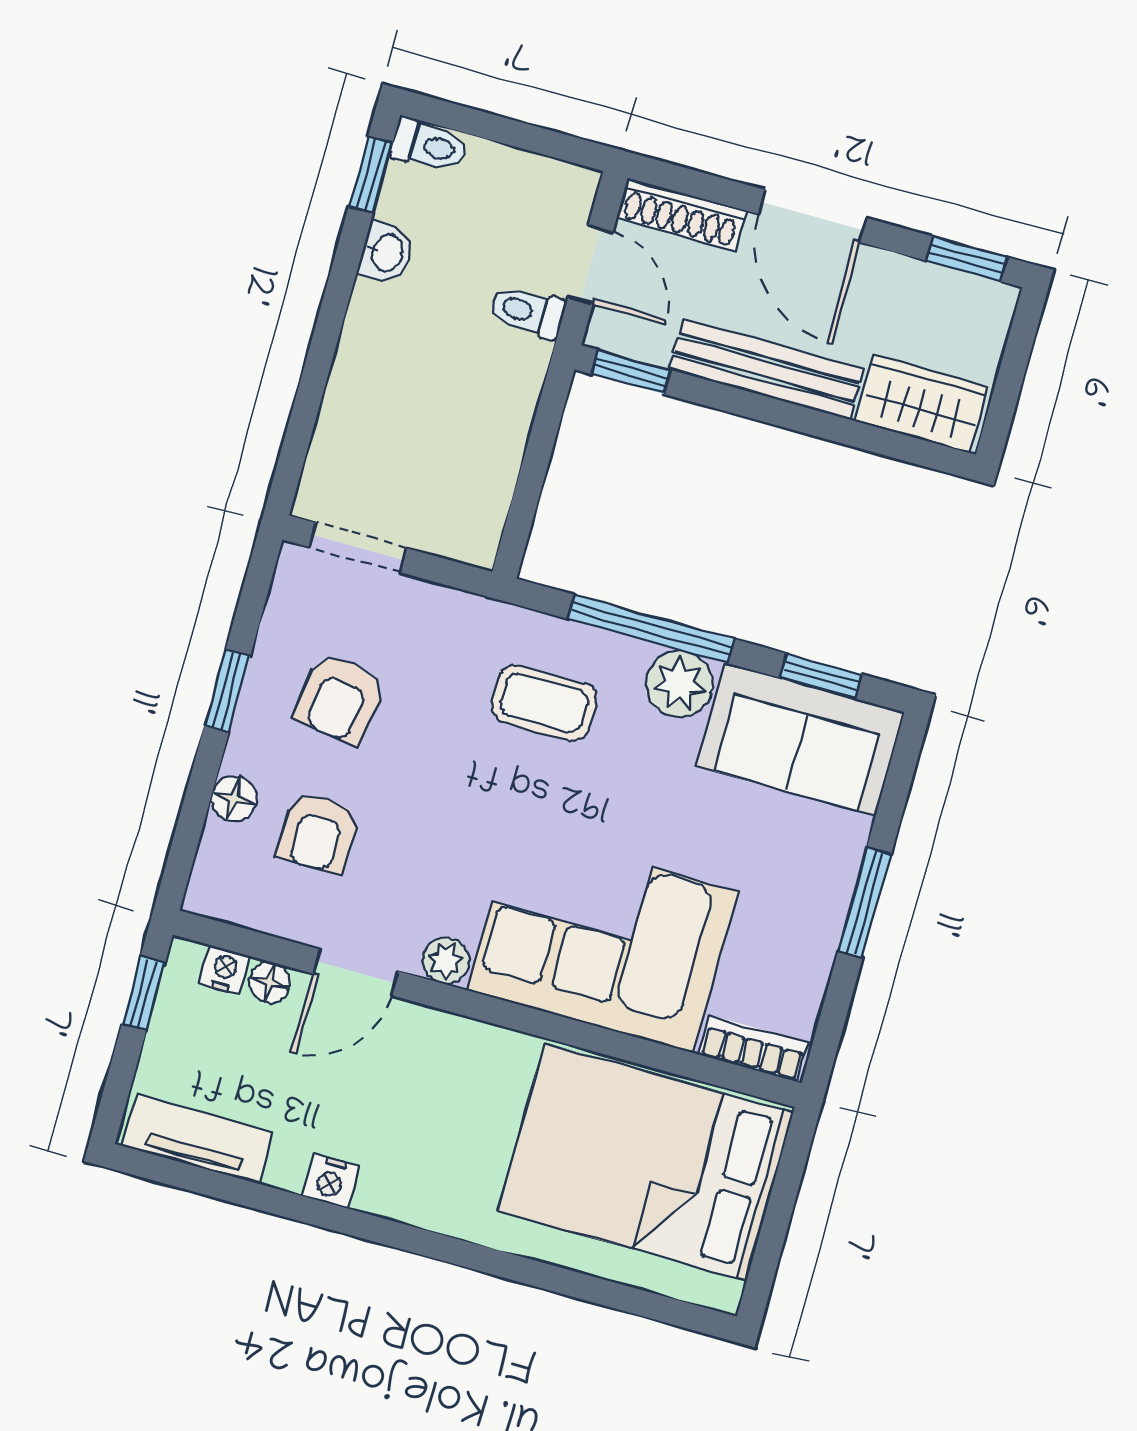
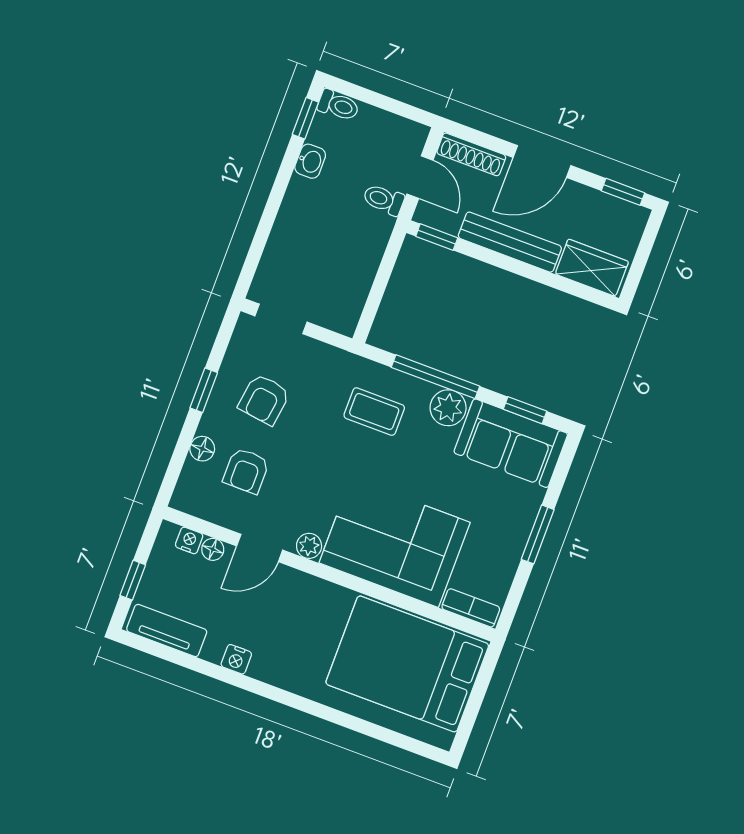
door: (812, 216) -> (542, 161), hinge flipped
window: (143, 993) -> (133, 580), moved

